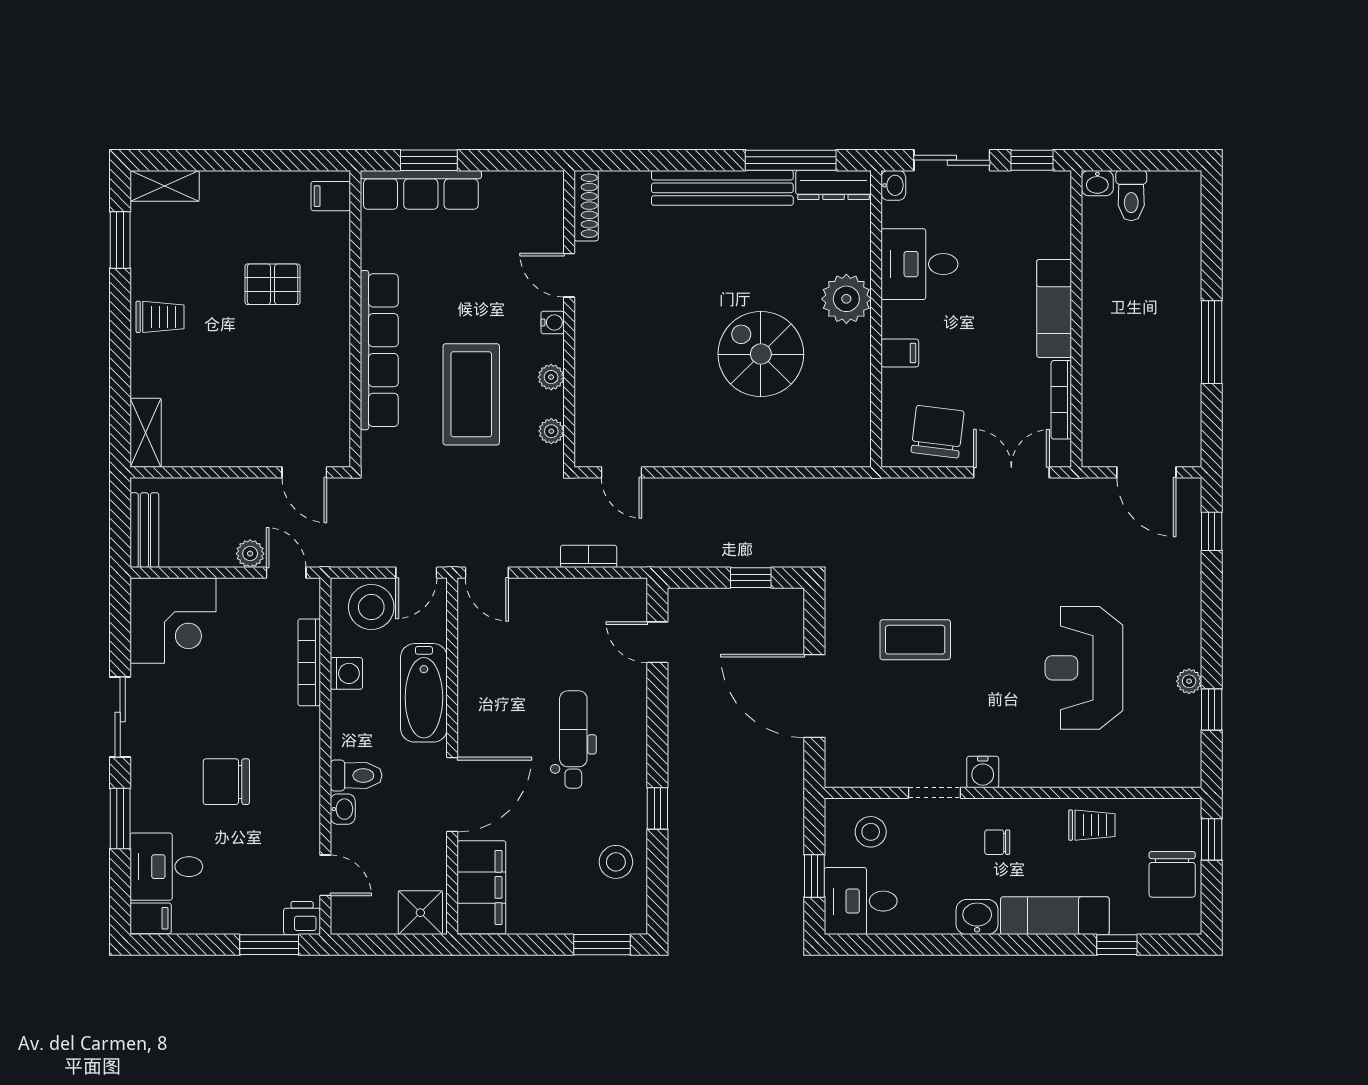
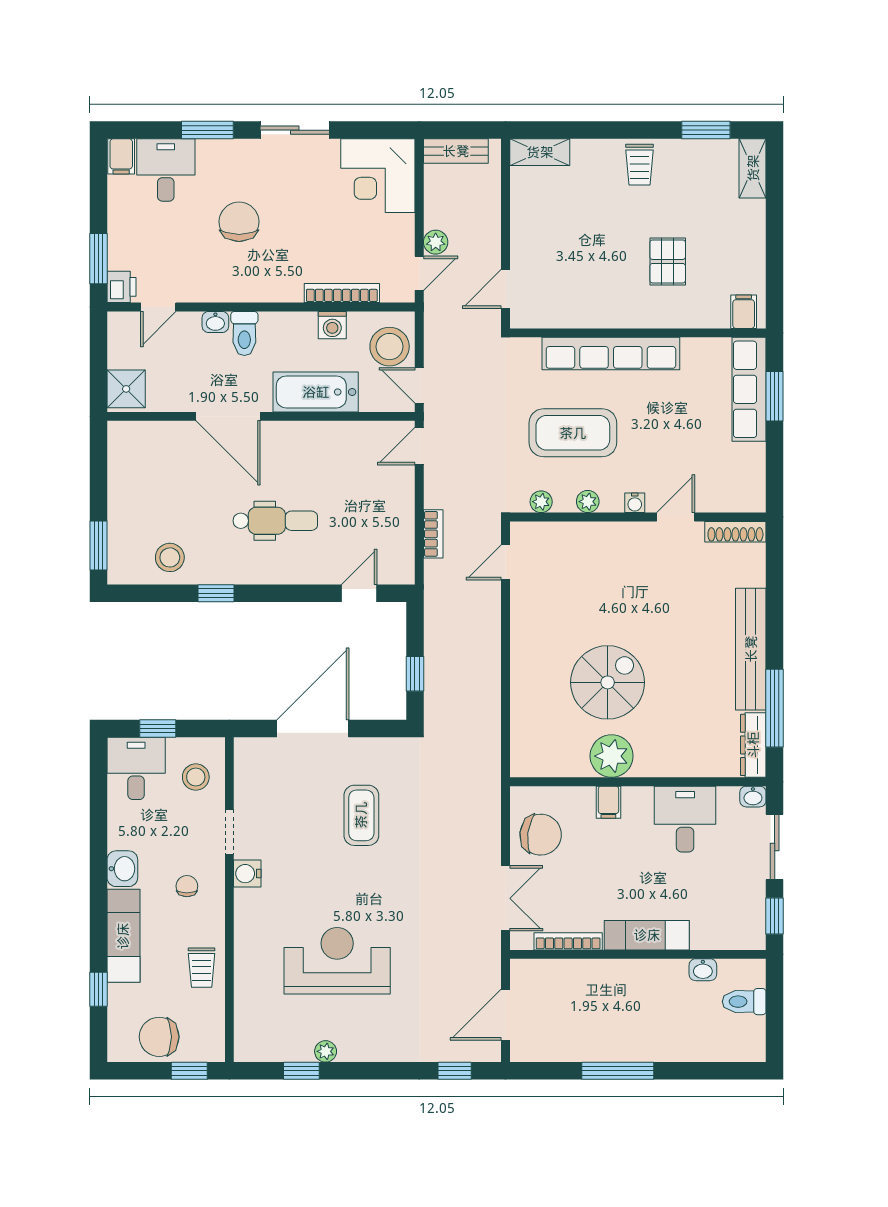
washbasin: (1097, 183) -> (703, 970), moved, turned -90
plant: (846, 299) -> (612, 756), moved
filing cabinet: (481, 887) -> (148, 442), removed

